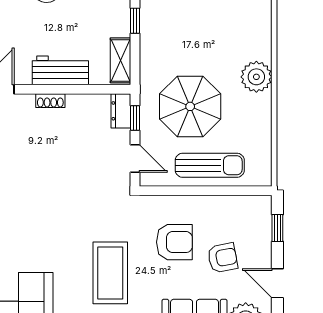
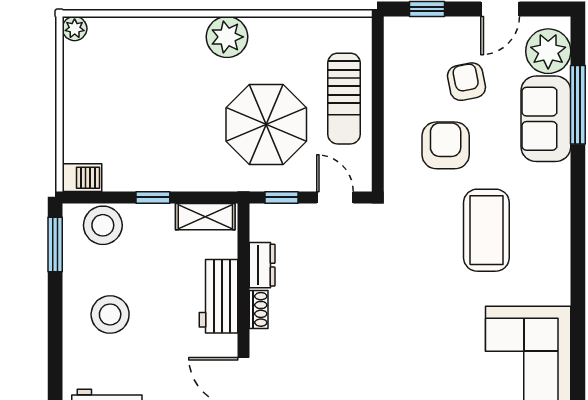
dresser: (121, 111) -> (262, 265), moved, turned -90
door: (135, 158) -> (335, 197), hinge flipped
sun lounger: (210, 165) -> (344, 99), turned 180
coffee table: (110, 273) -> (486, 230), turned 90

